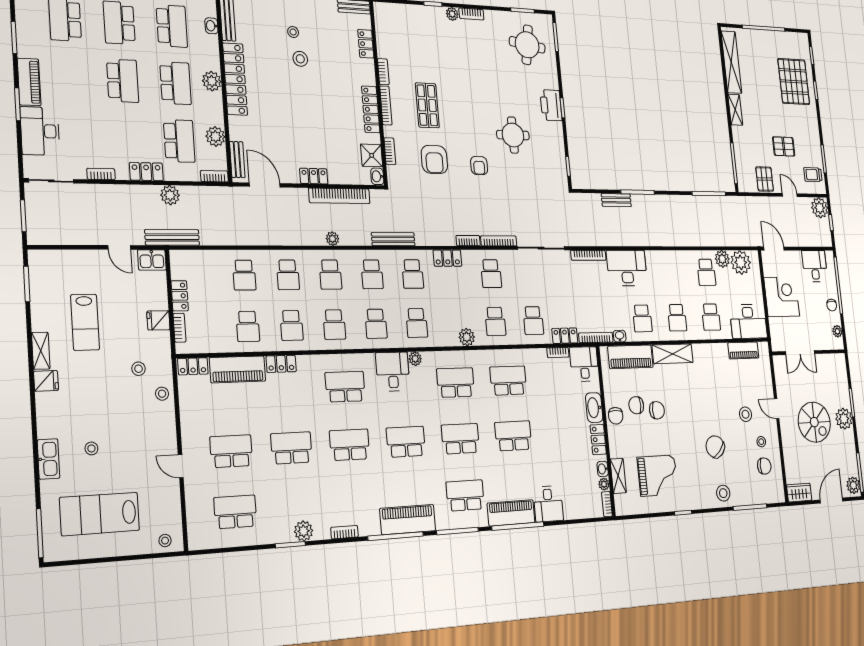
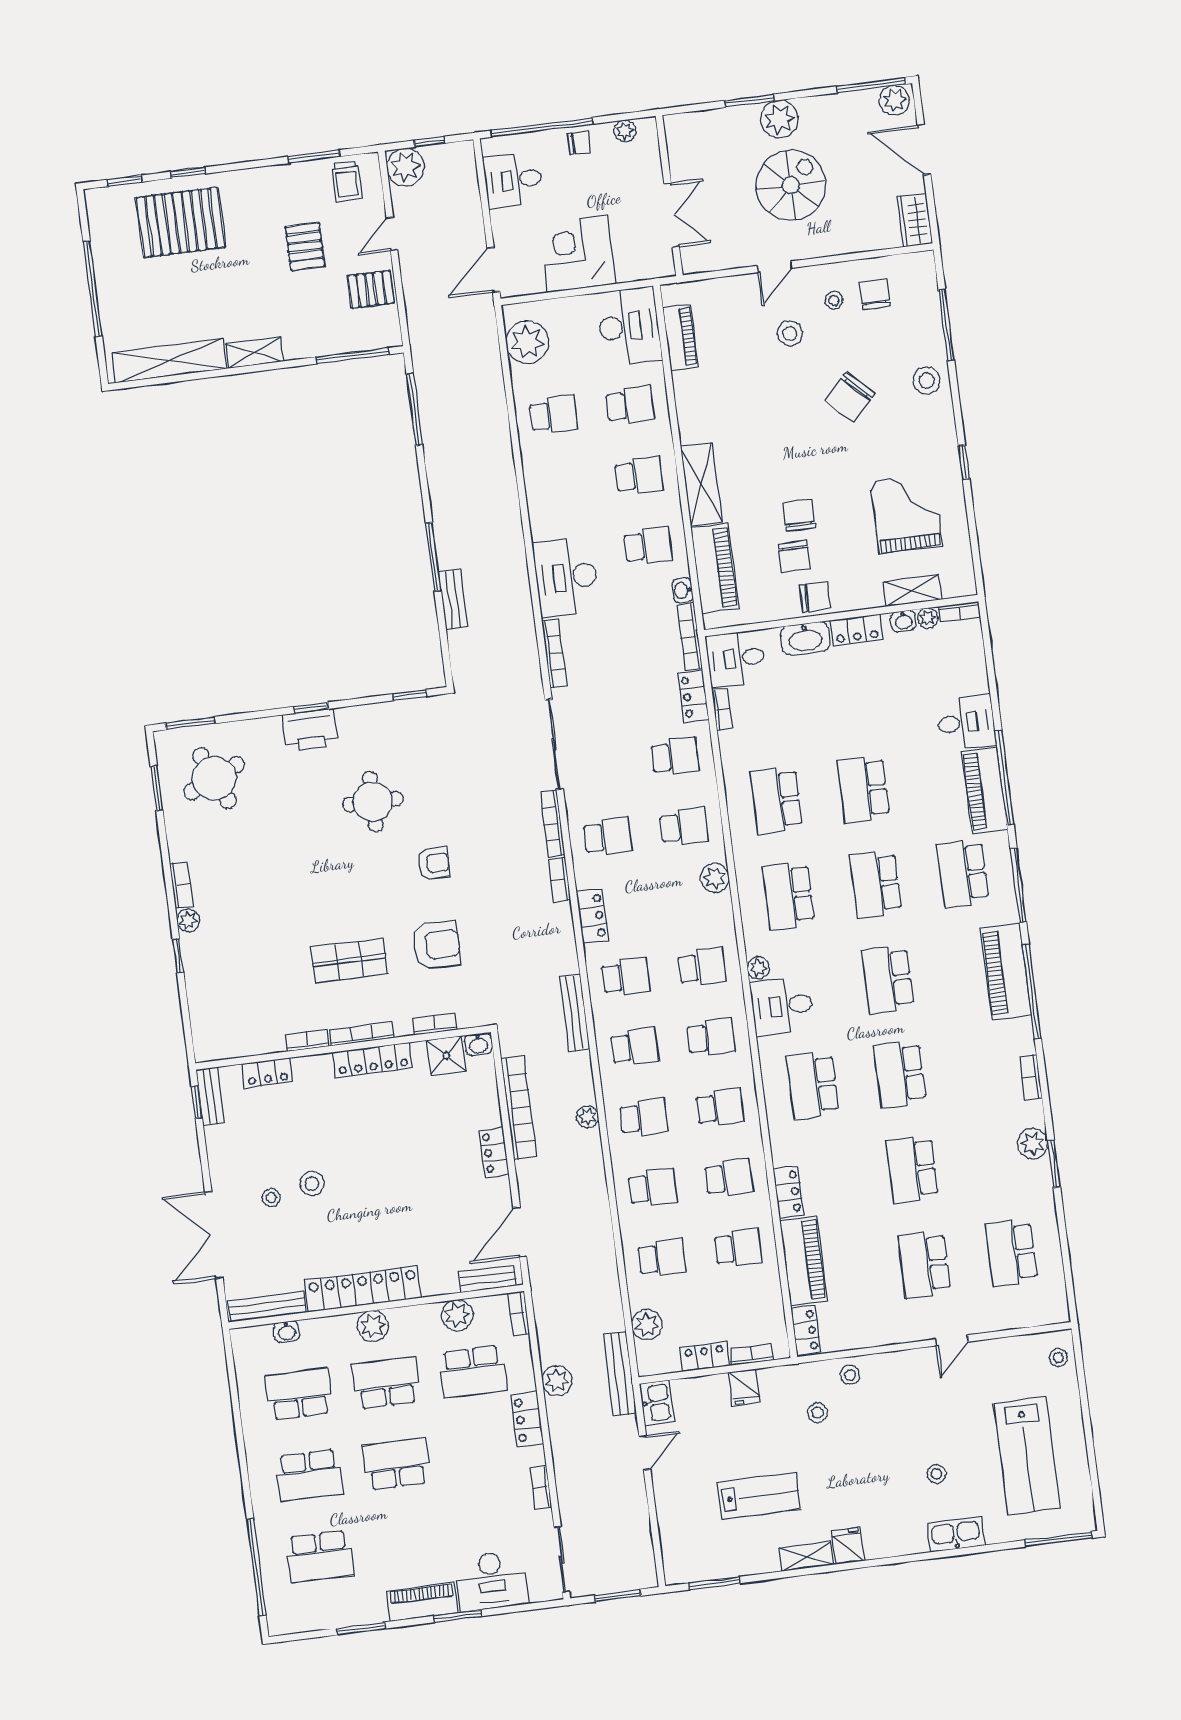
round table: (527, 45) -> (214, 778), turned -33
school desk: (179, 141) -> (473, 1372), turned 180
plant: (722, 259) -> (647, 1325), moved

